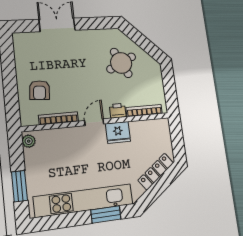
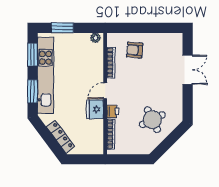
door: (94, 122) -> (105, 91), swing flipped
window: (59, 221) -> (33, 55), added

